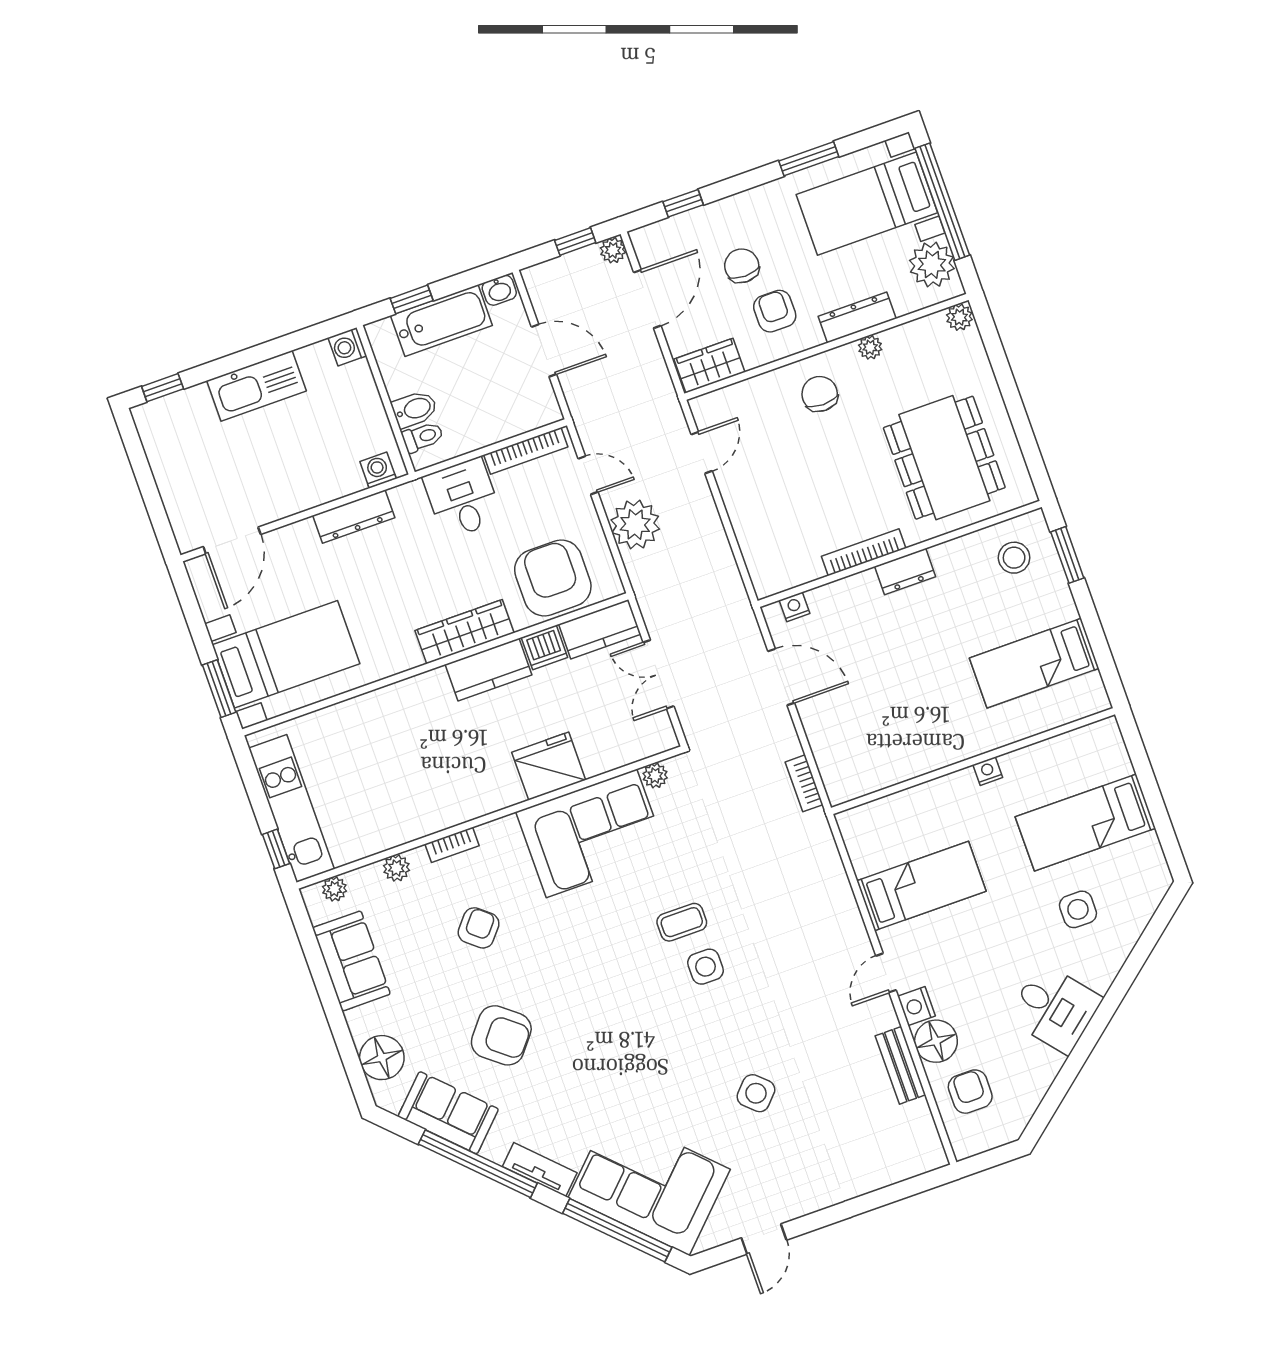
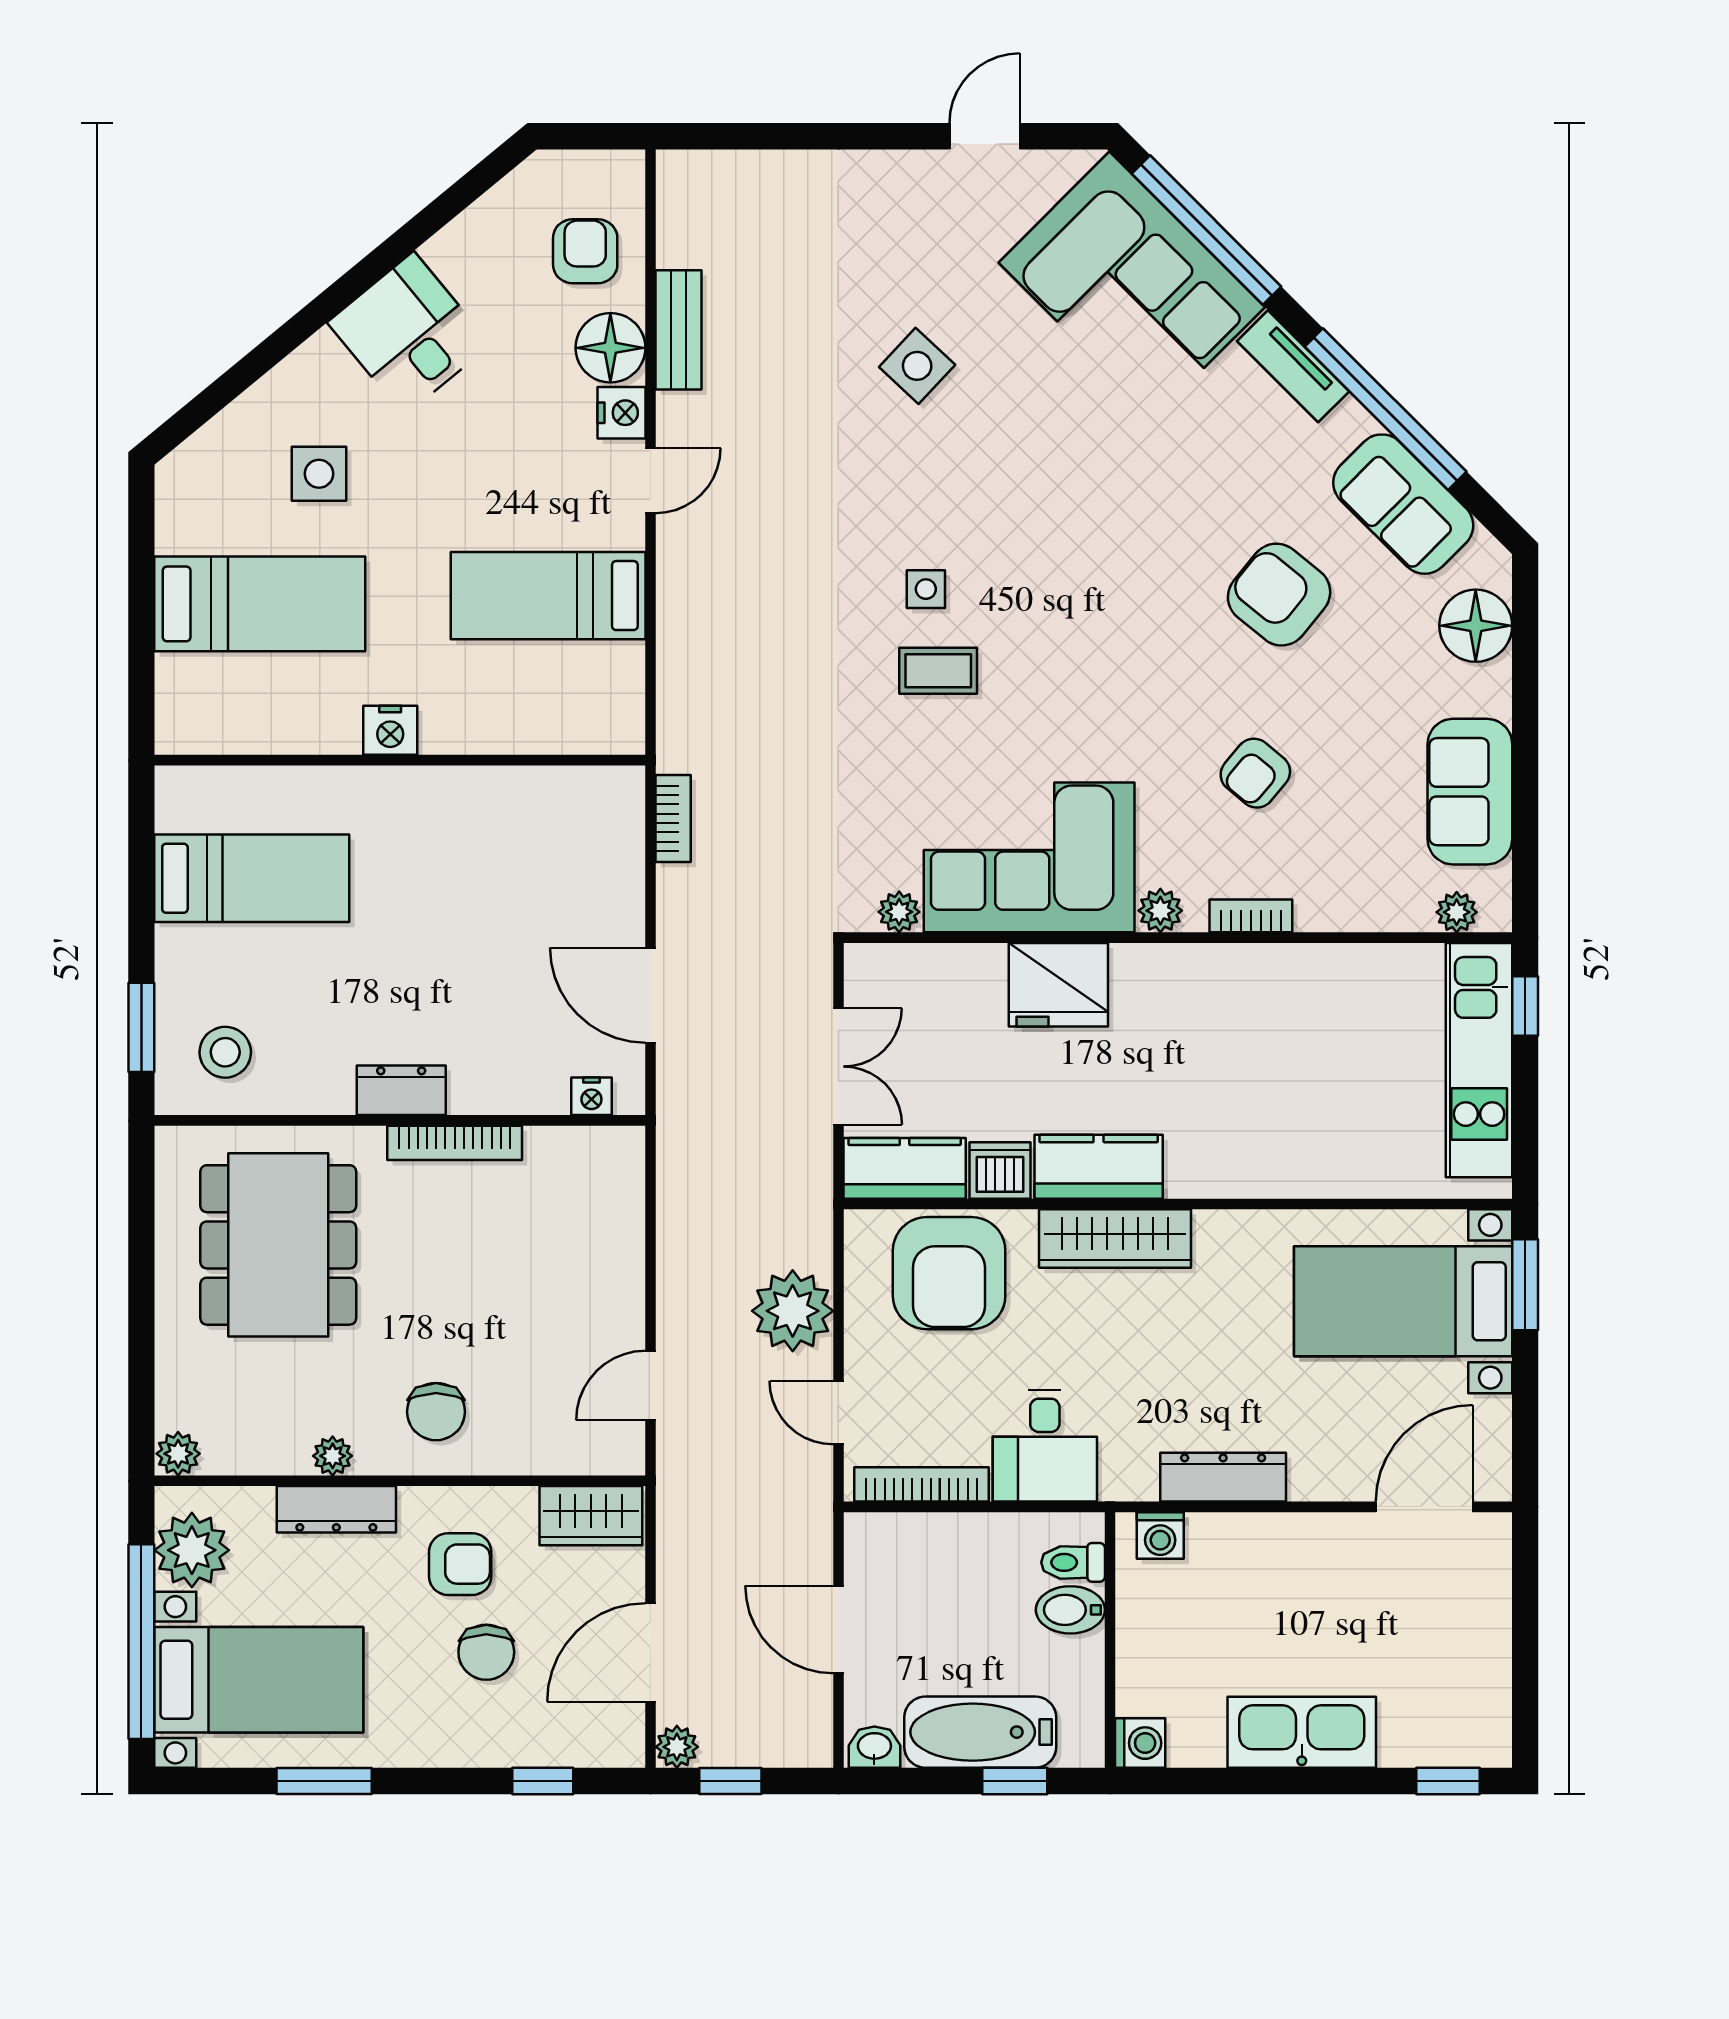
armchair: (775, 311) -> (460, 1564), turned -90
nightstand: (988, 771) -> (390, 730), width x1.39, depth x1.35
plant: (396, 868) -> (1160, 911), moved
side table: (705, 967) -> (926, 589), width x0.73, depth x0.73
armchair: (970, 1092) -> (585, 251), turned 180

